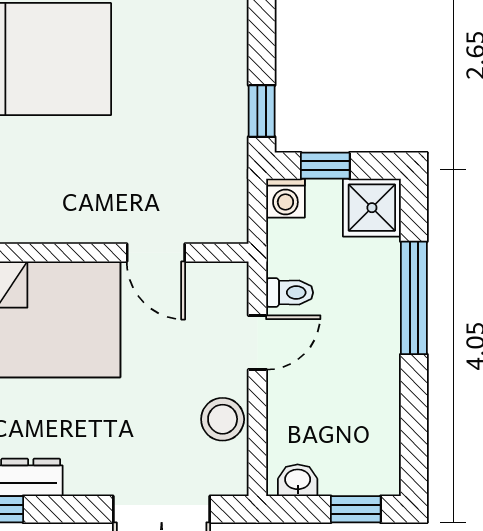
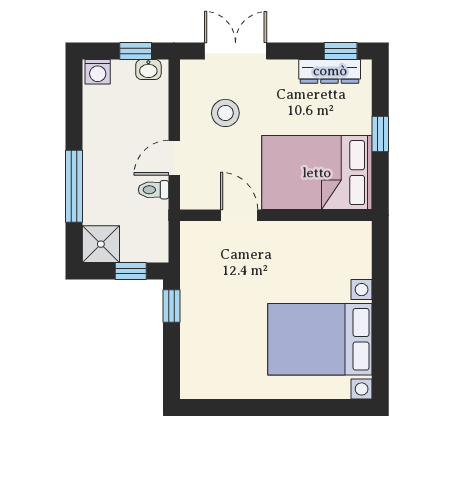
washing machine: (285, 198) -> (98, 72), moved, turned 180
stool: (223, 419) -> (225, 113), moved
window: (356, 509) -> (136, 51), moved

